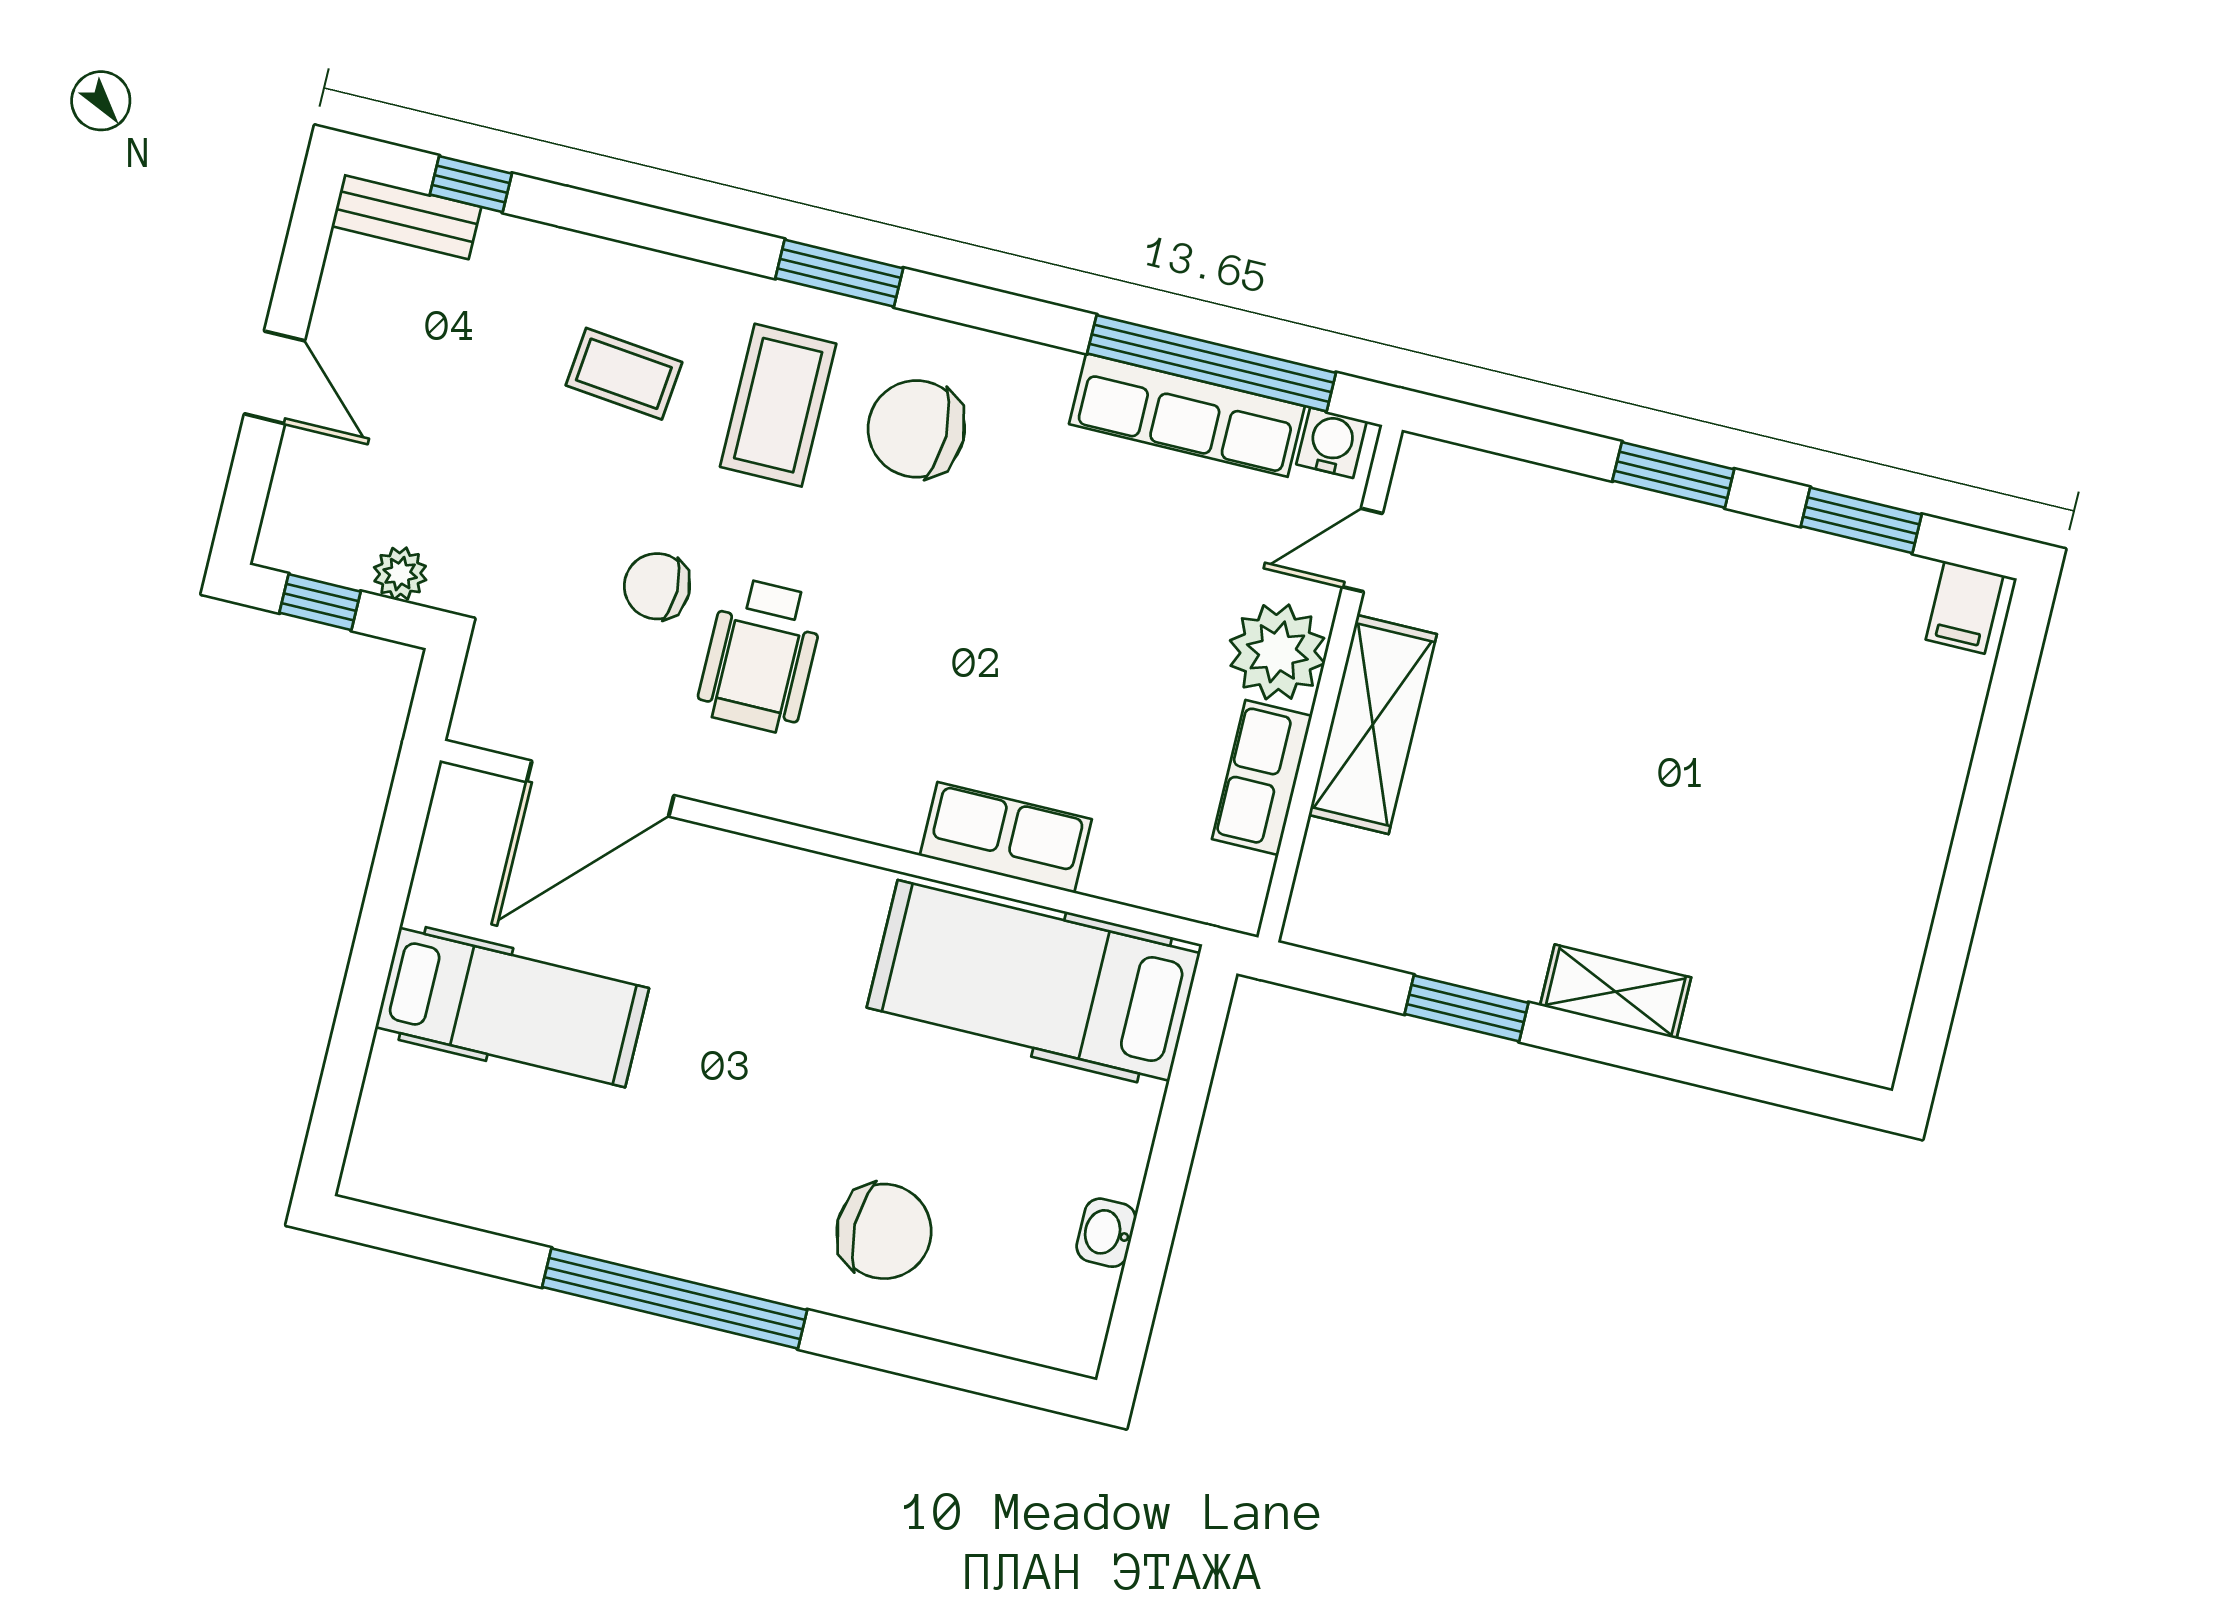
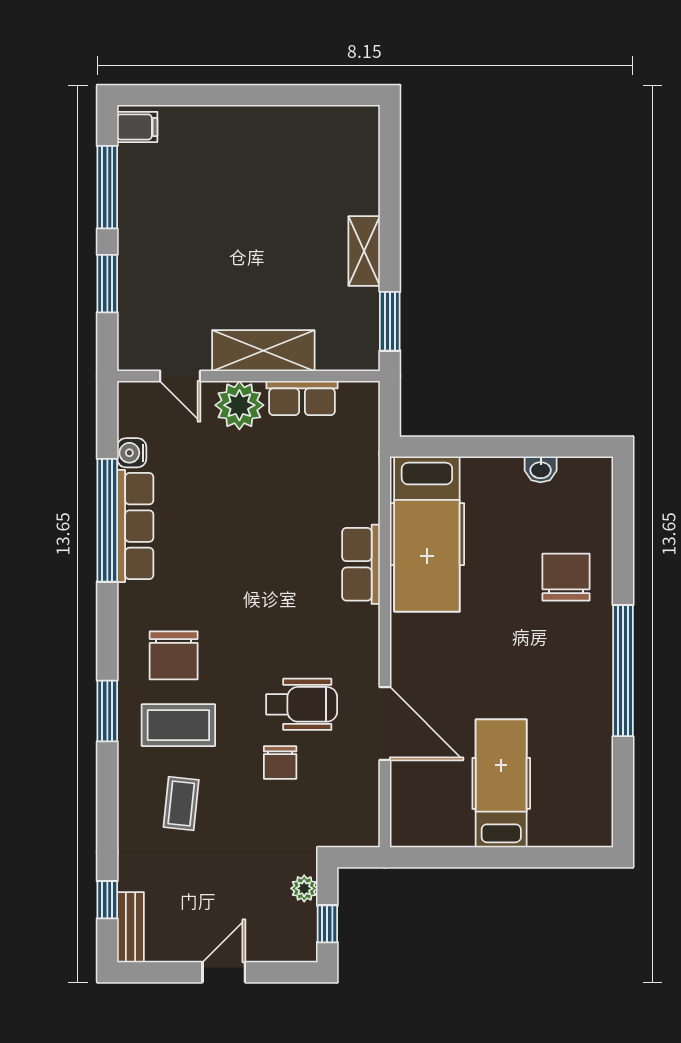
window: (1861, 520) -> (107, 187), width x1.44
door: (1362, 550) -> (180, 376), moved
plant: (1277, 652) -> (239, 405), moved
wall: (1330, 684) -> (249, 376), moved
shelving: (1373, 725) -> (263, 351), moved
row of seats: (1262, 778) -> (302, 398), moved
door: (600, 789) -> (385, 724), moved

